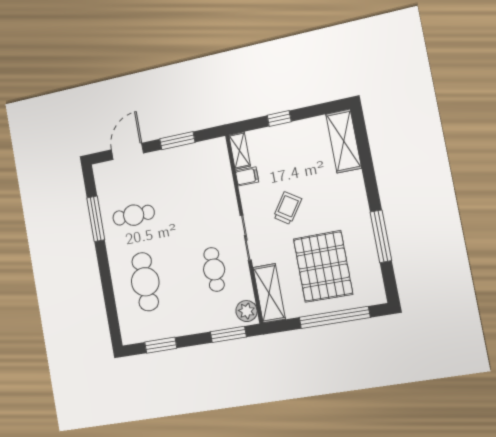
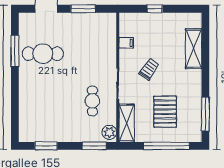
shelving: (344, 141) -> (194, 49), moved
shelving: (240, 151) -> (124, 24), removed
cafe table: (134, 215) -> (43, 54), width x1.37, depth x1.35
window: (381, 236) -> (205, 114), moved
pallet: (323, 266) -> (165, 112), width x0.73, depth x0.71
cafe table: (145, 282) -> (43, 101), removed

